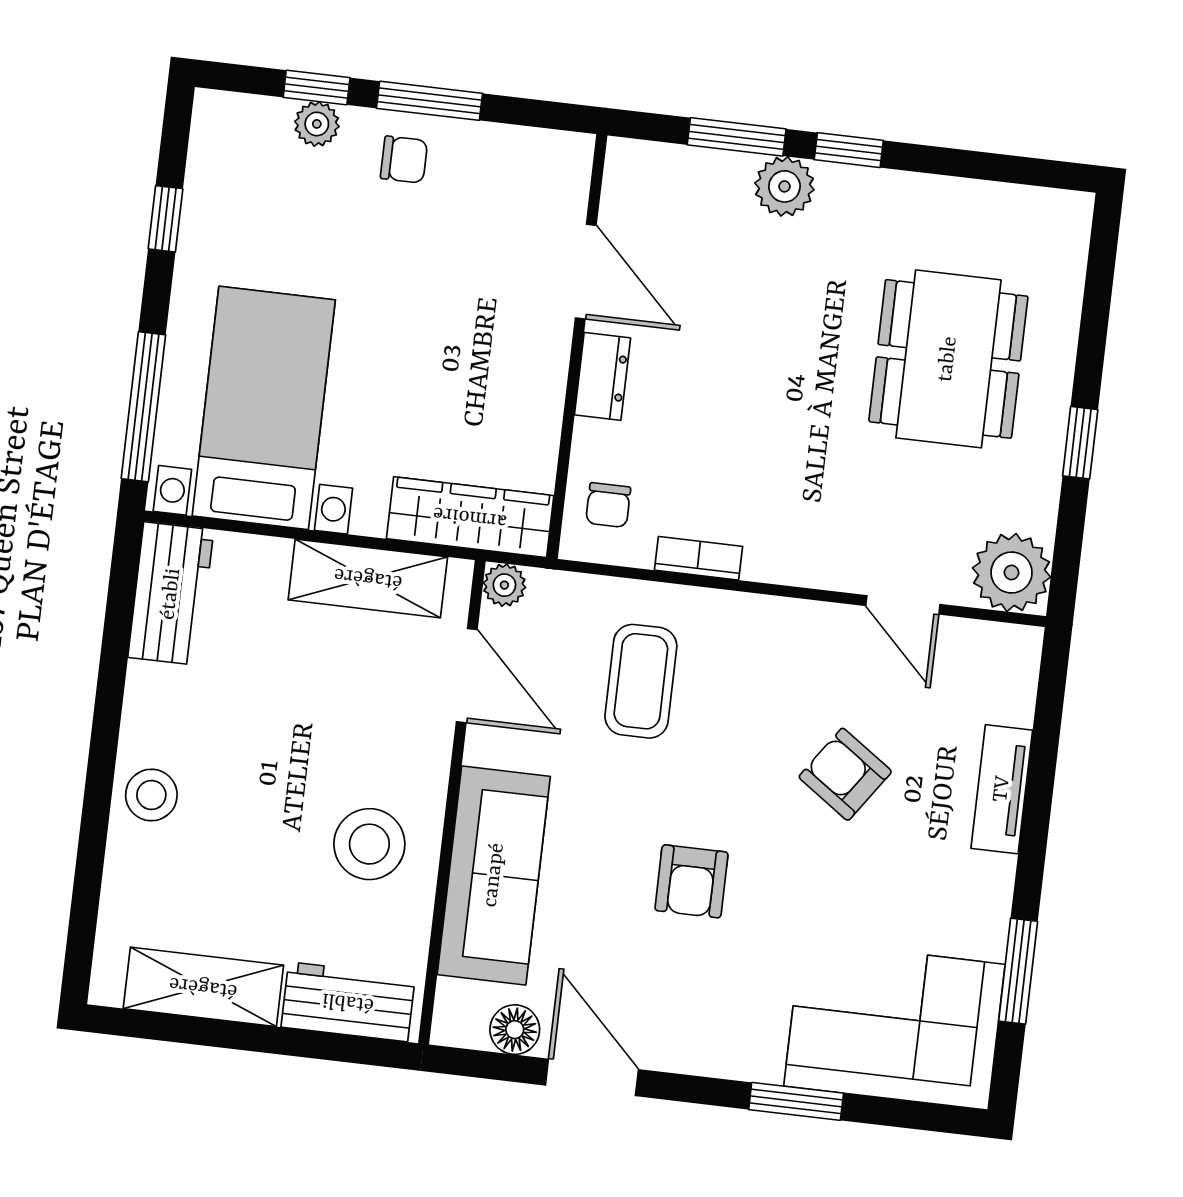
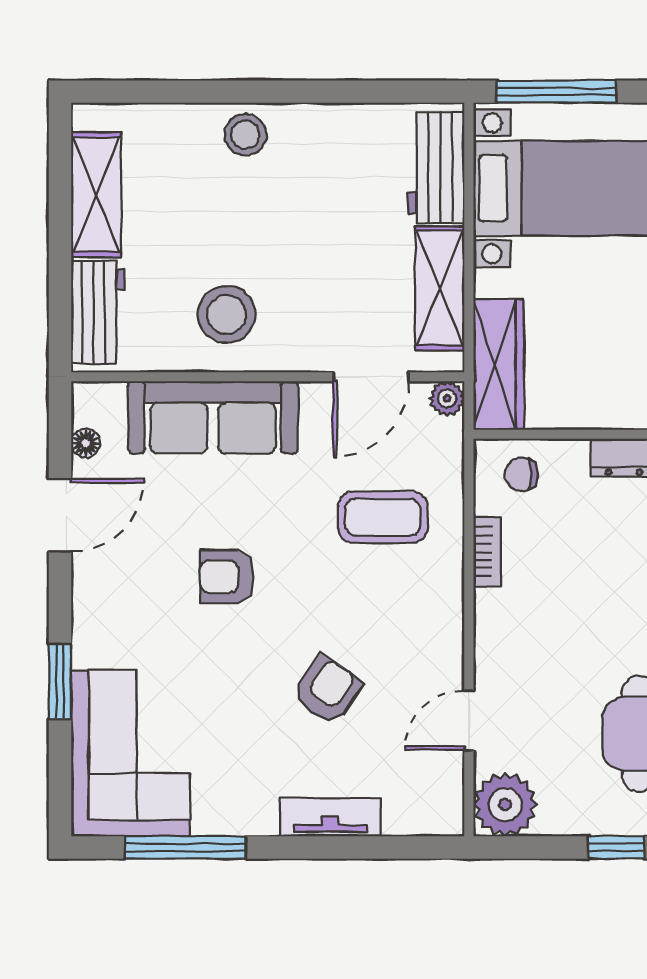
workbench: (171, 594) -> (436, 167), moved, turned 90
window: (1018, 971) -> (186, 847), width x1.44
floor lamp: (515, 1030) -> (86, 443), width x0.73, depth x0.73

